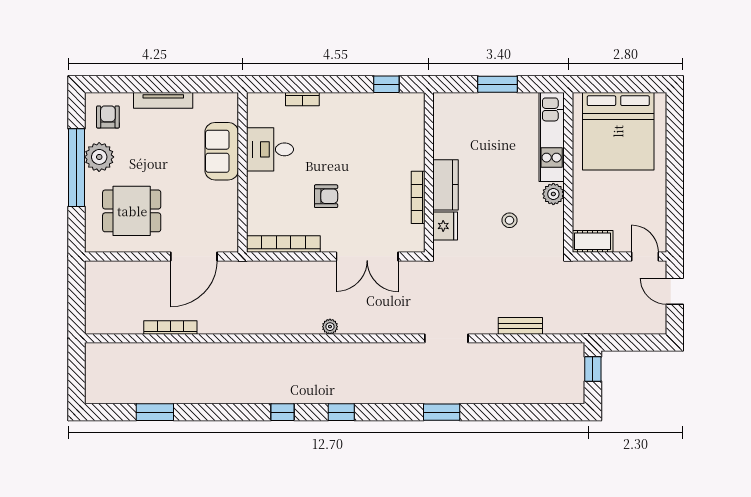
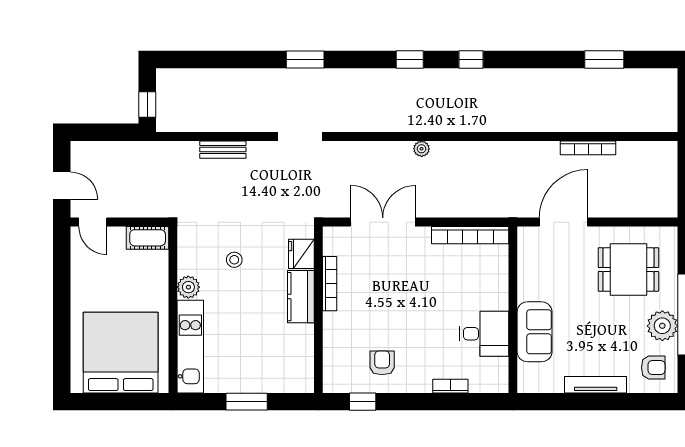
armchair: (108, 117) -> (653, 368), turned -90
armchair: (326, 196) -> (382, 363), moved, turned 90

